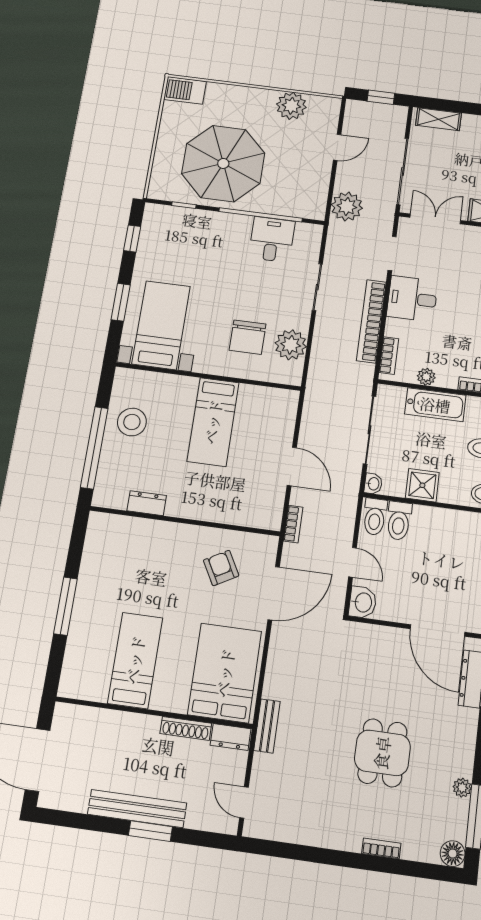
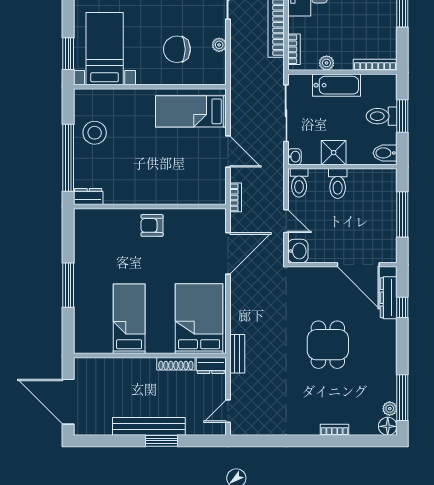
window: (121, 302) -> (68, 54), moved
chair: (248, 337) -> (177, 49), turned 90
plant: (291, 345) -> (219, 45), width x0.53, depth x0.53
bed: (213, 422) -> (191, 111), moved, turned 90
dresser: (147, 503) -> (88, 197), moved
toilet: (399, 521) -> (338, 183), moved
armchair: (221, 568) -> (152, 225), moved, turned -61
dining table: (382, 753) -> (328, 345), moved
plant: (462, 788) -> (390, 409), moved
door: (244, 802) -> (228, 411), hinge flipped

